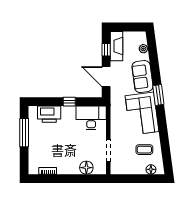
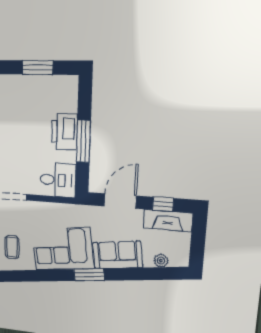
window: (69, 102) -> (83, 141), width x2.17
printer: (49, 114) -> (64, 132), moved
desk: (91, 118) -> (58, 180), width x0.73
window: (24, 133) -> (38, 68), width x0.69

